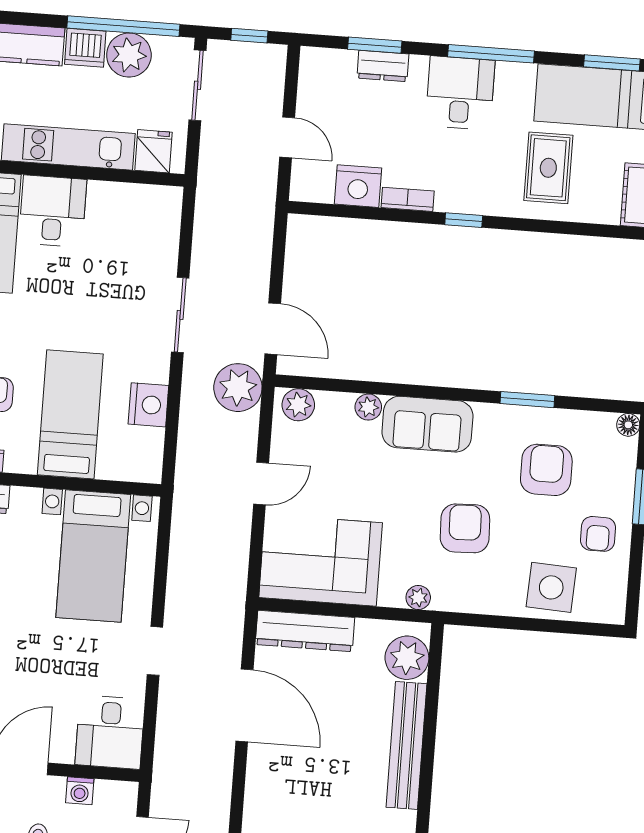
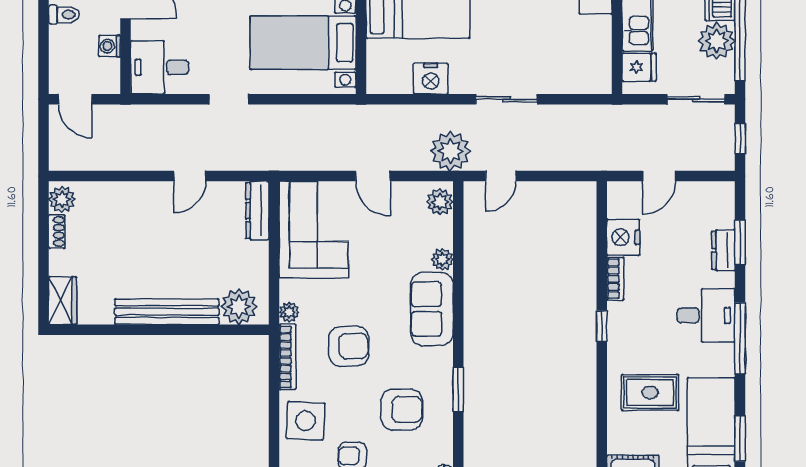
door: (273, 329) -> (501, 176), width x0.73
bookcase: (472, 604) -> (287, 357), added
dresser: (305, 631) -> (257, 210), width x0.73, depth x0.80
door: (244, 705) -> (190, 176), width x0.53

